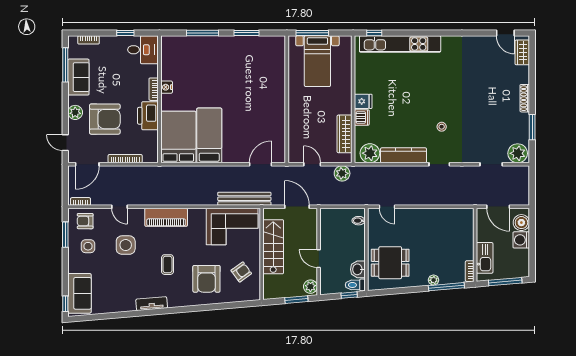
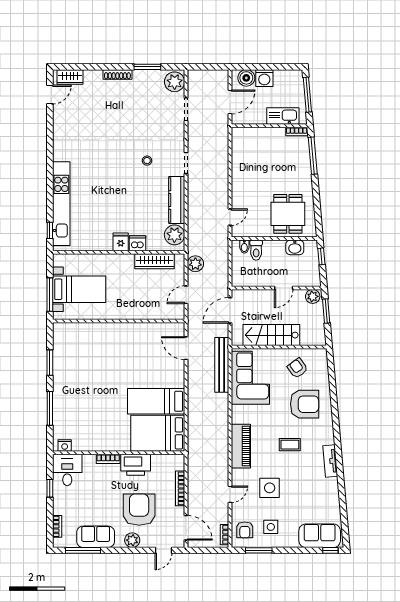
nightstand: (167, 87) -> (65, 446), moved
plant: (434, 280) -> (306, 169), removed
toilet: (355, 285) -> (256, 250), moved

